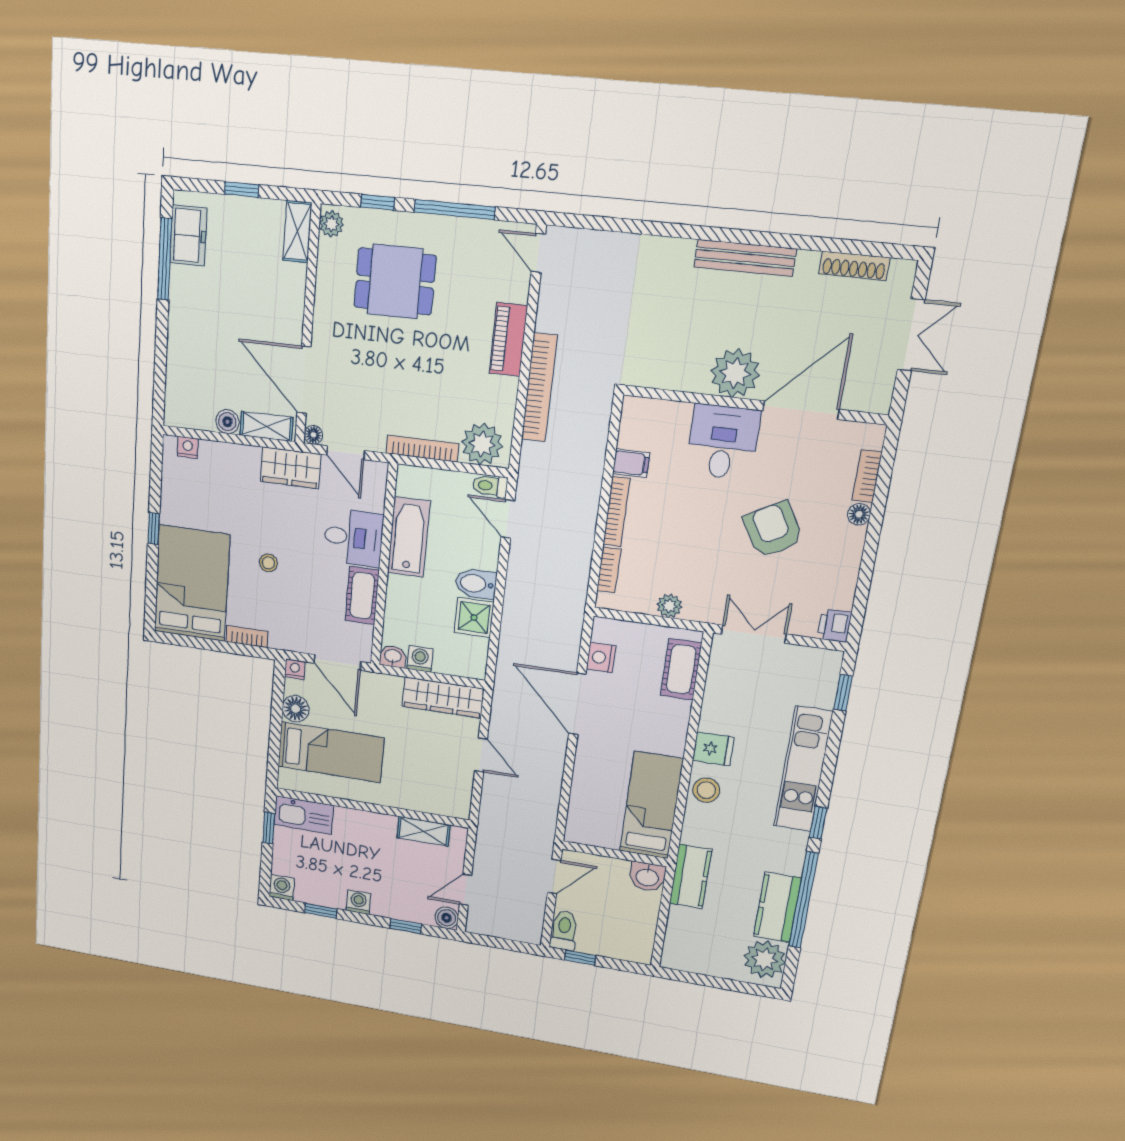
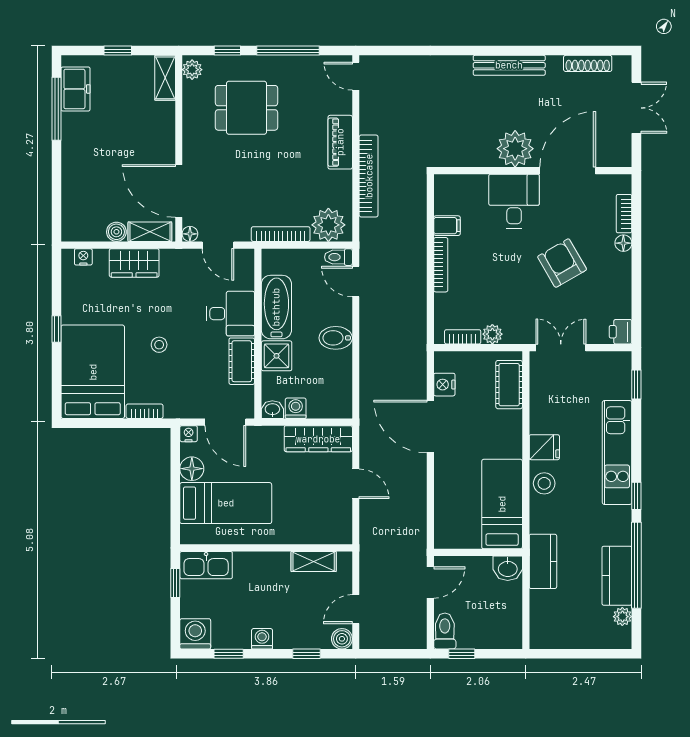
wardrobe: (291, 468) -> (134, 263), moved
bookcase: (609, 570) -> (463, 337), moved, turned -90
shower: (474, 617) -> (277, 356), moved
washing machine: (282, 887) -> (195, 634), width x1.38, depth x1.38
plant: (765, 959) -> (622, 617), width x0.53, depth x0.53

